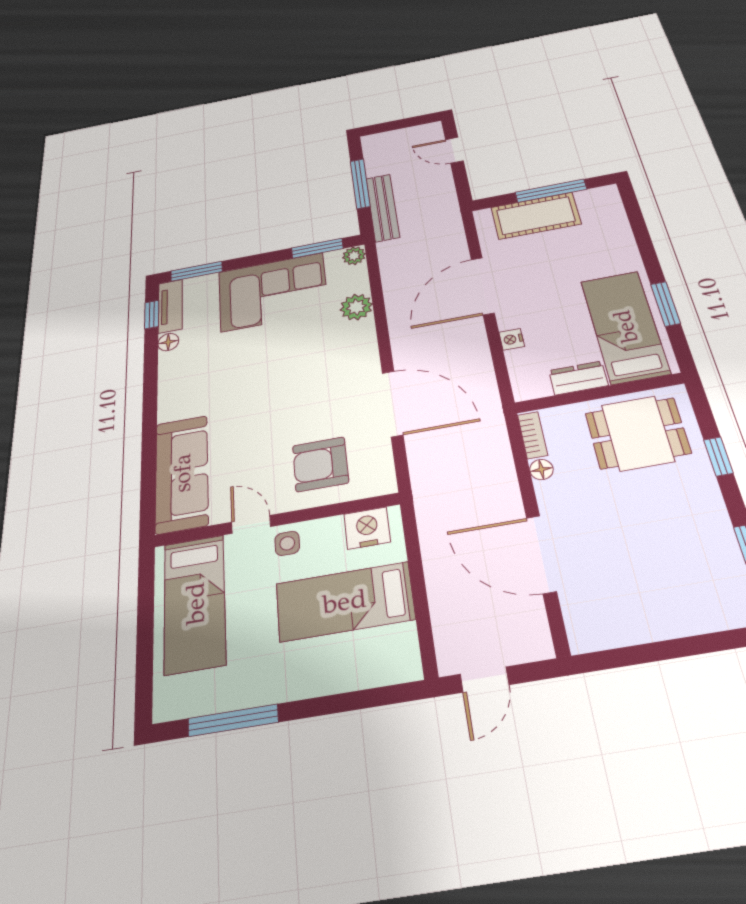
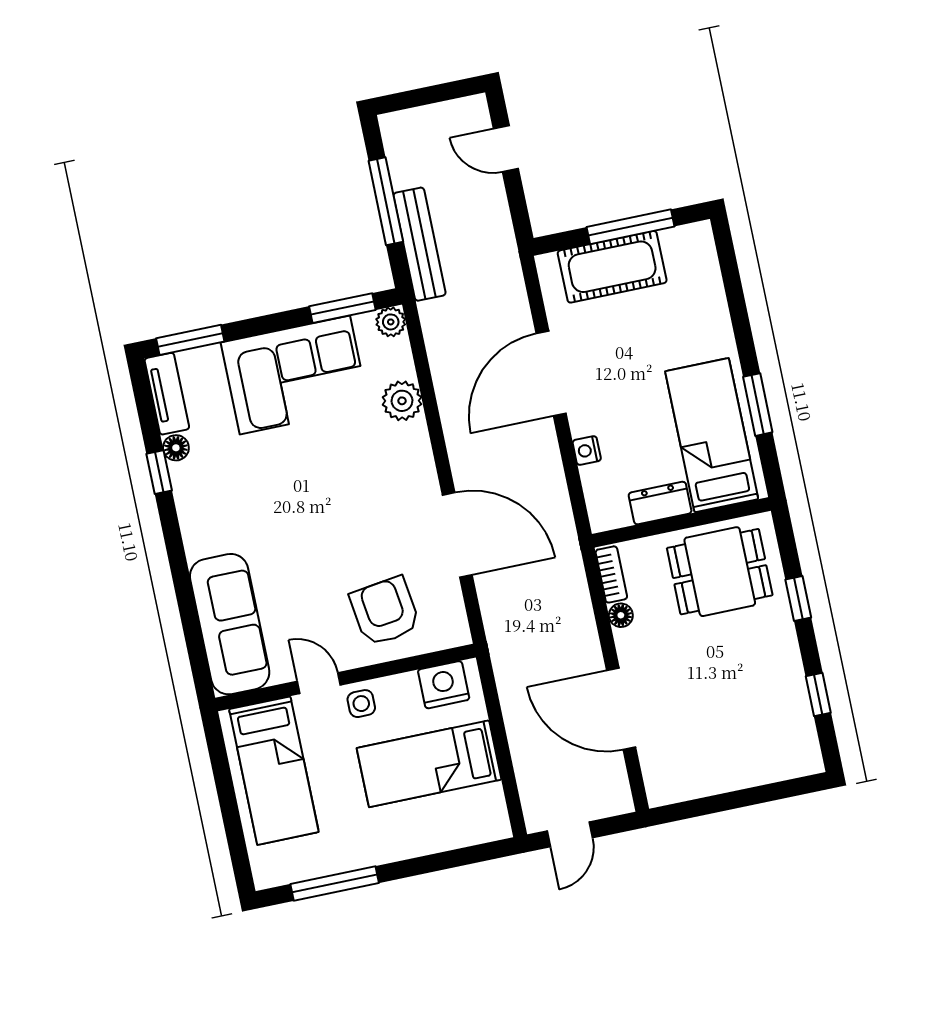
window: (152, 314) -> (159, 472), moved
armchair: (320, 464) -> (385, 611), turned 82

